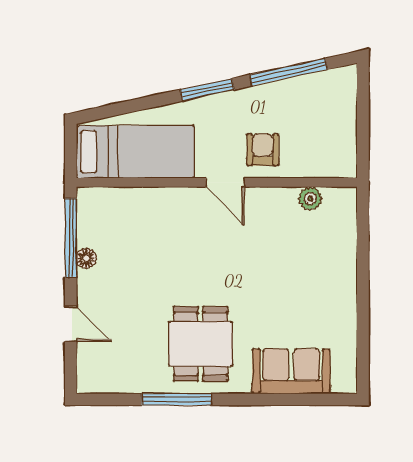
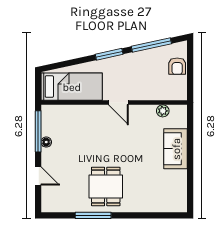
armchair: (263, 150) -> (177, 66), moved, turned 180
sofa: (291, 371) -> (176, 149), moved, turned -90

